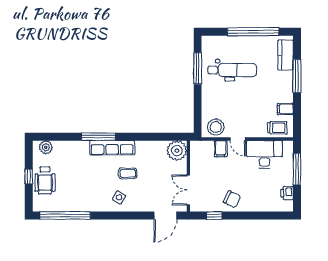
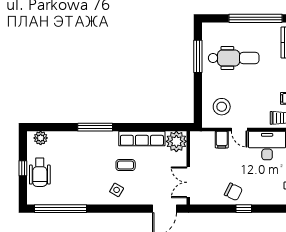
stool: (216, 127) -> (222, 107), moved
row of seats: (112, 148) -> (142, 139), moved
window: (214, 216) -> (244, 209), moved

